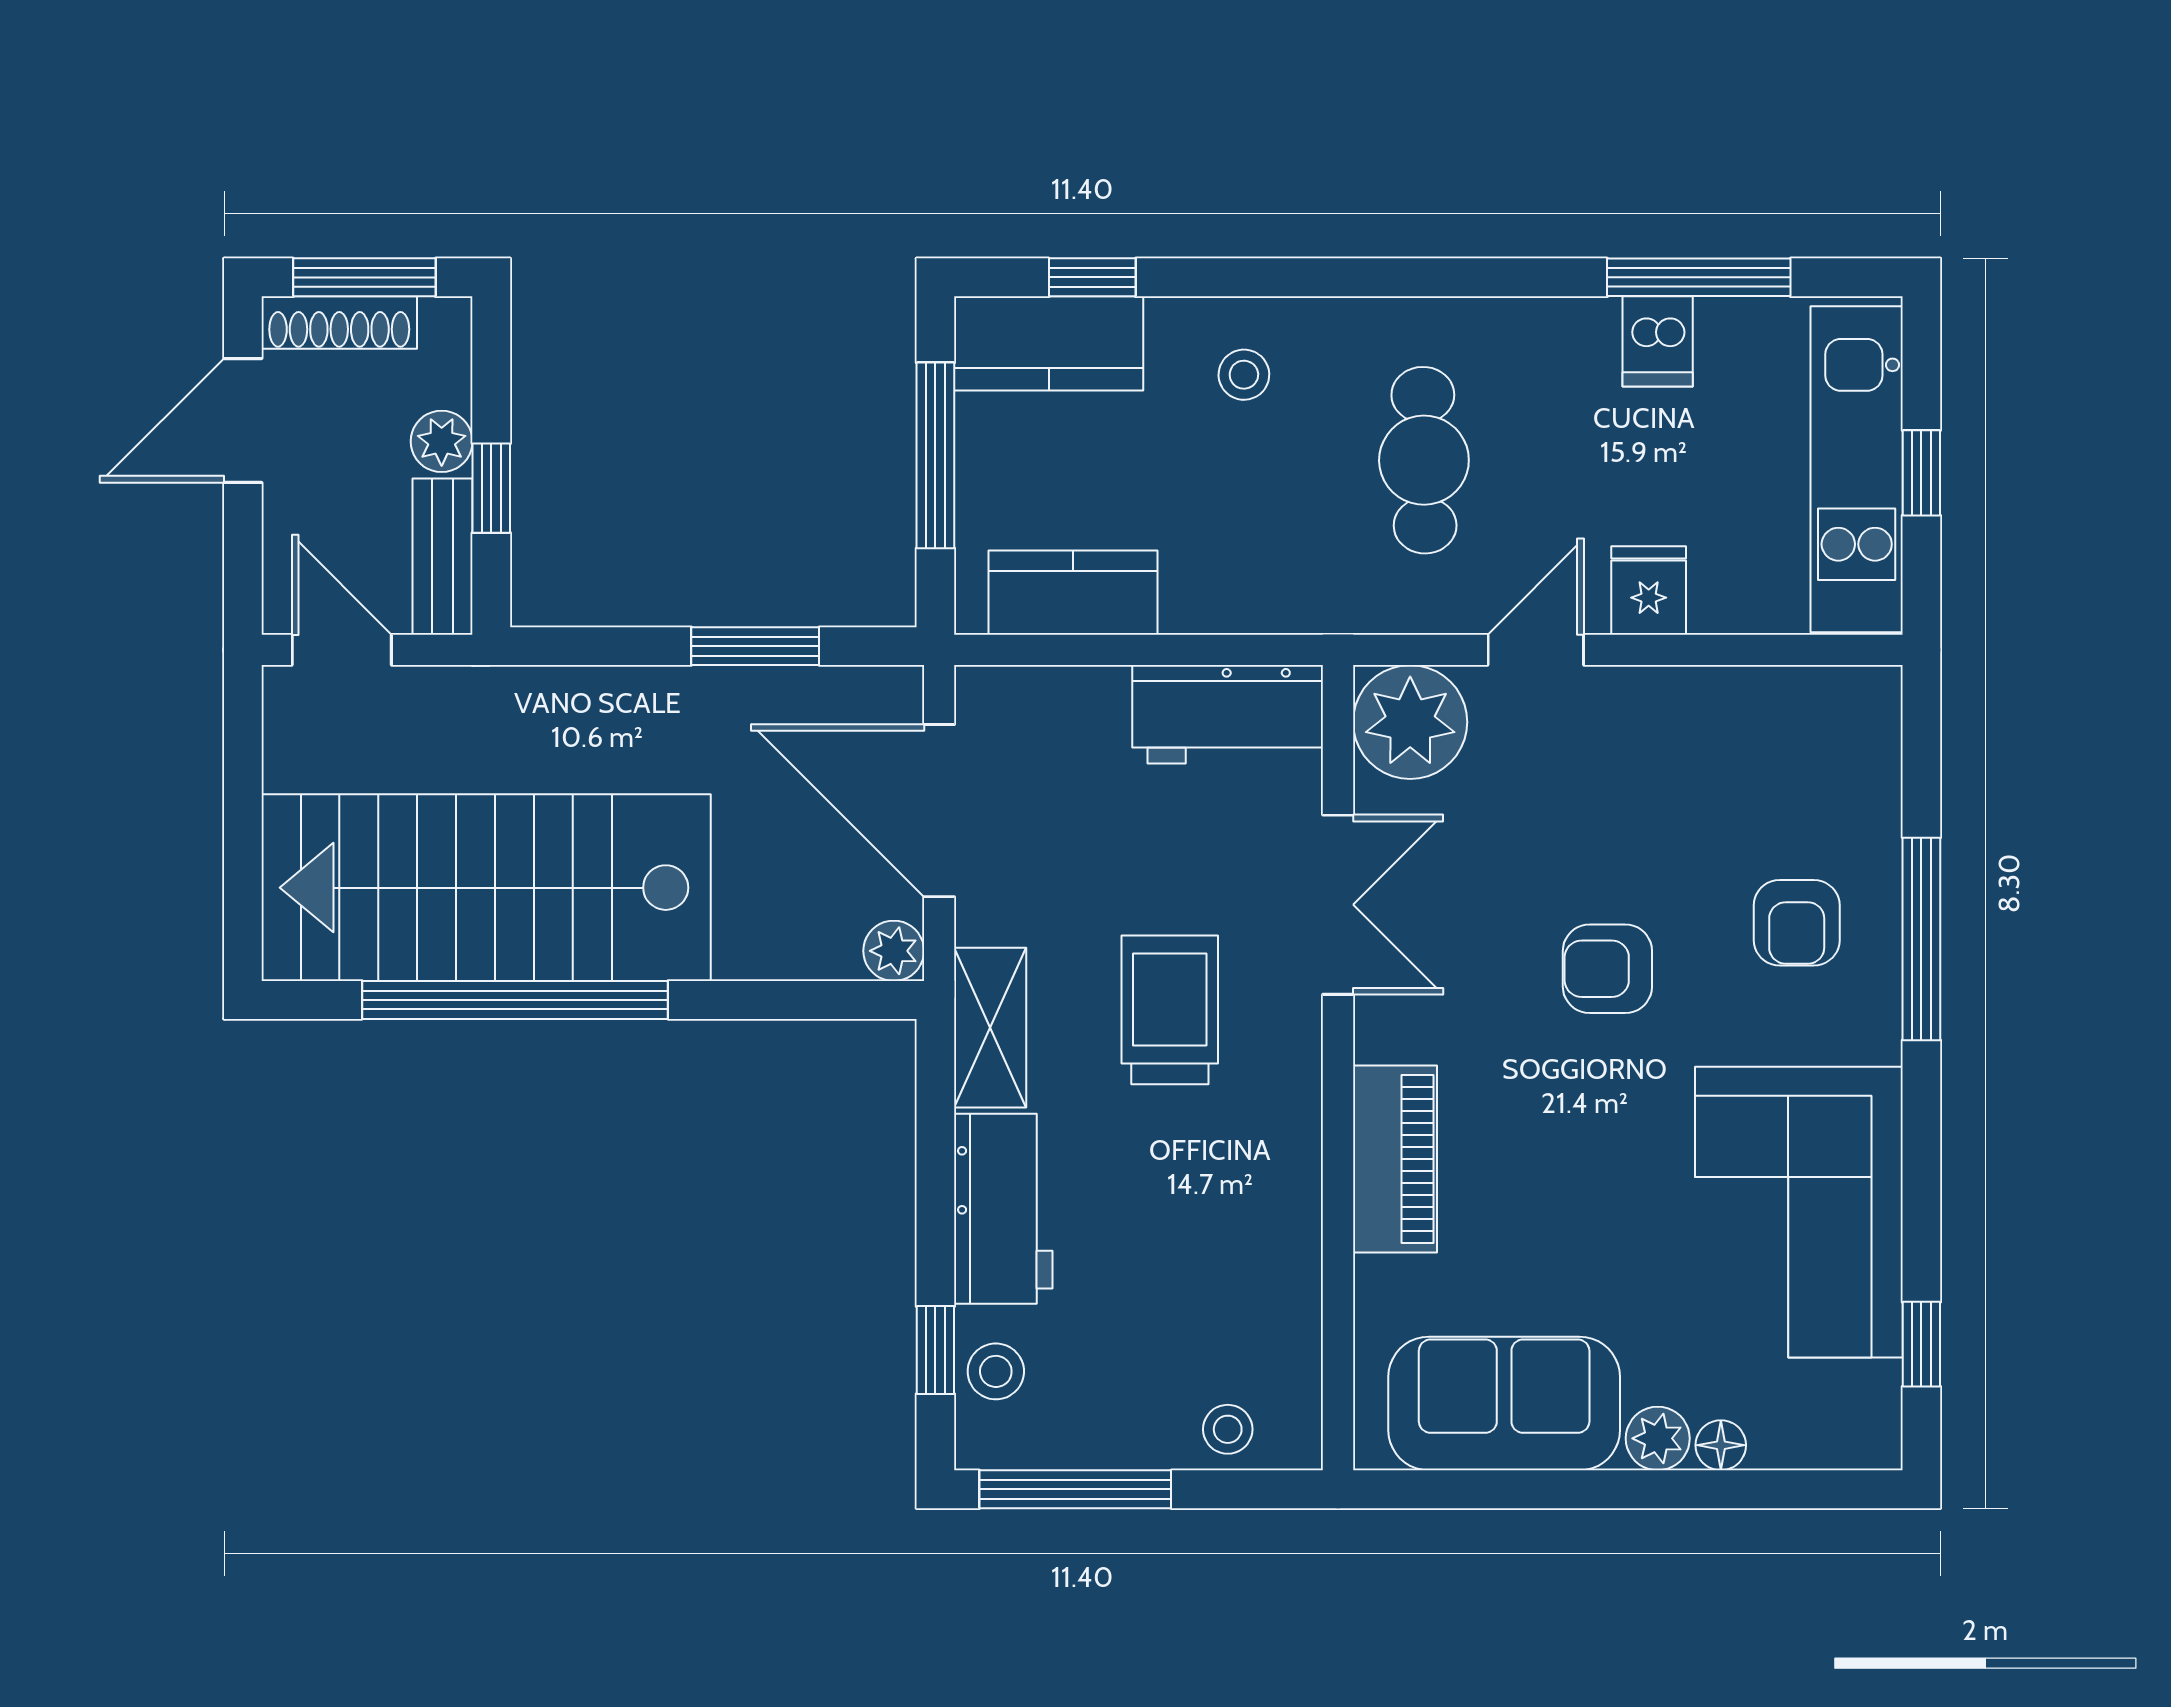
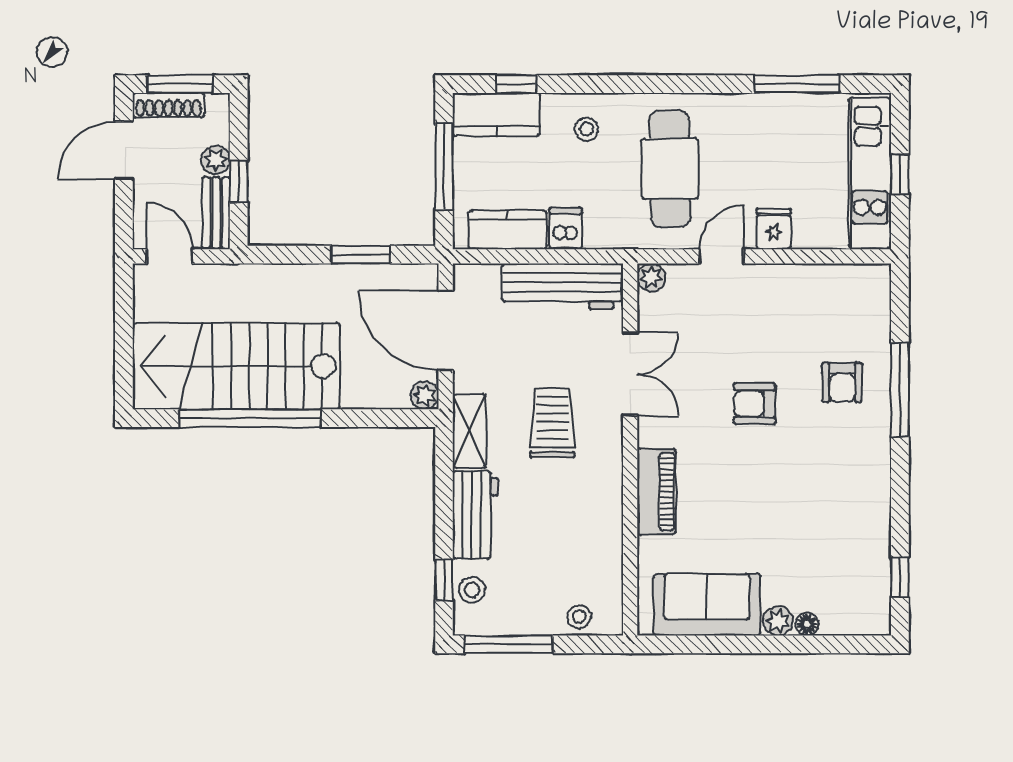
dishwasher: (1658, 341) -> (566, 228), moved, turned 180
cafe table: (1424, 460) -> (670, 169), width x1.37, depth x1.35
workbench: (1228, 714) -> (563, 286), width x1.38
plant: (1410, 722) -> (651, 277), width x0.53, depth x0.53
corner sofa: (1799, 1212) -> (843, 516), removed

